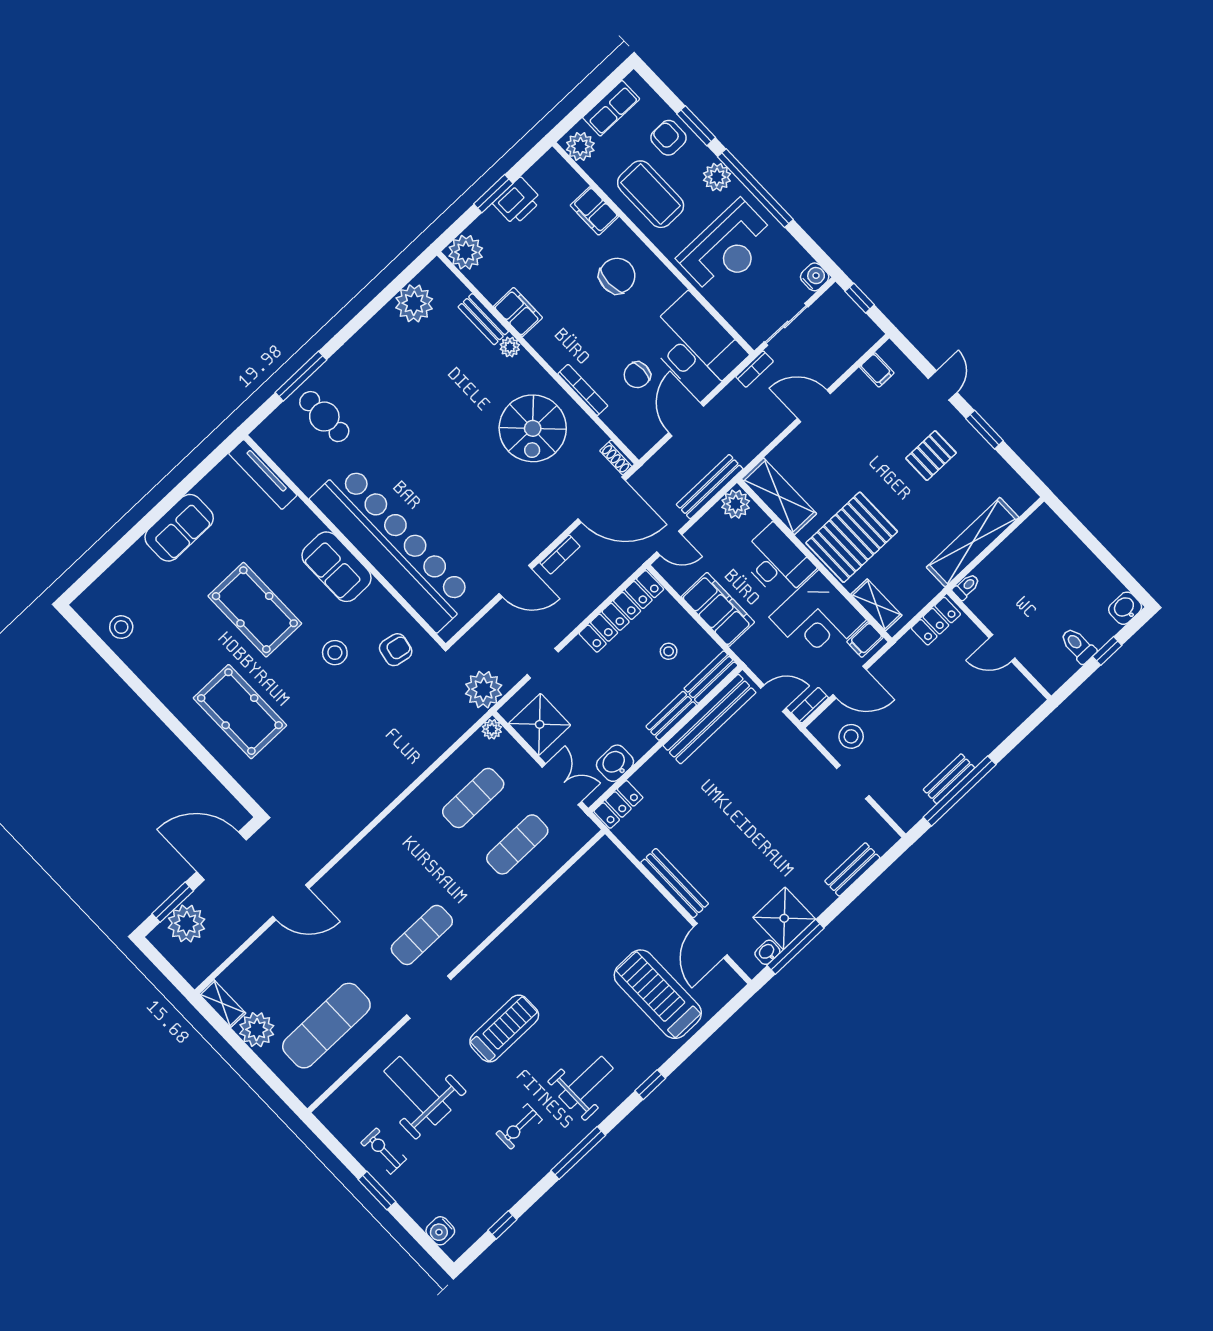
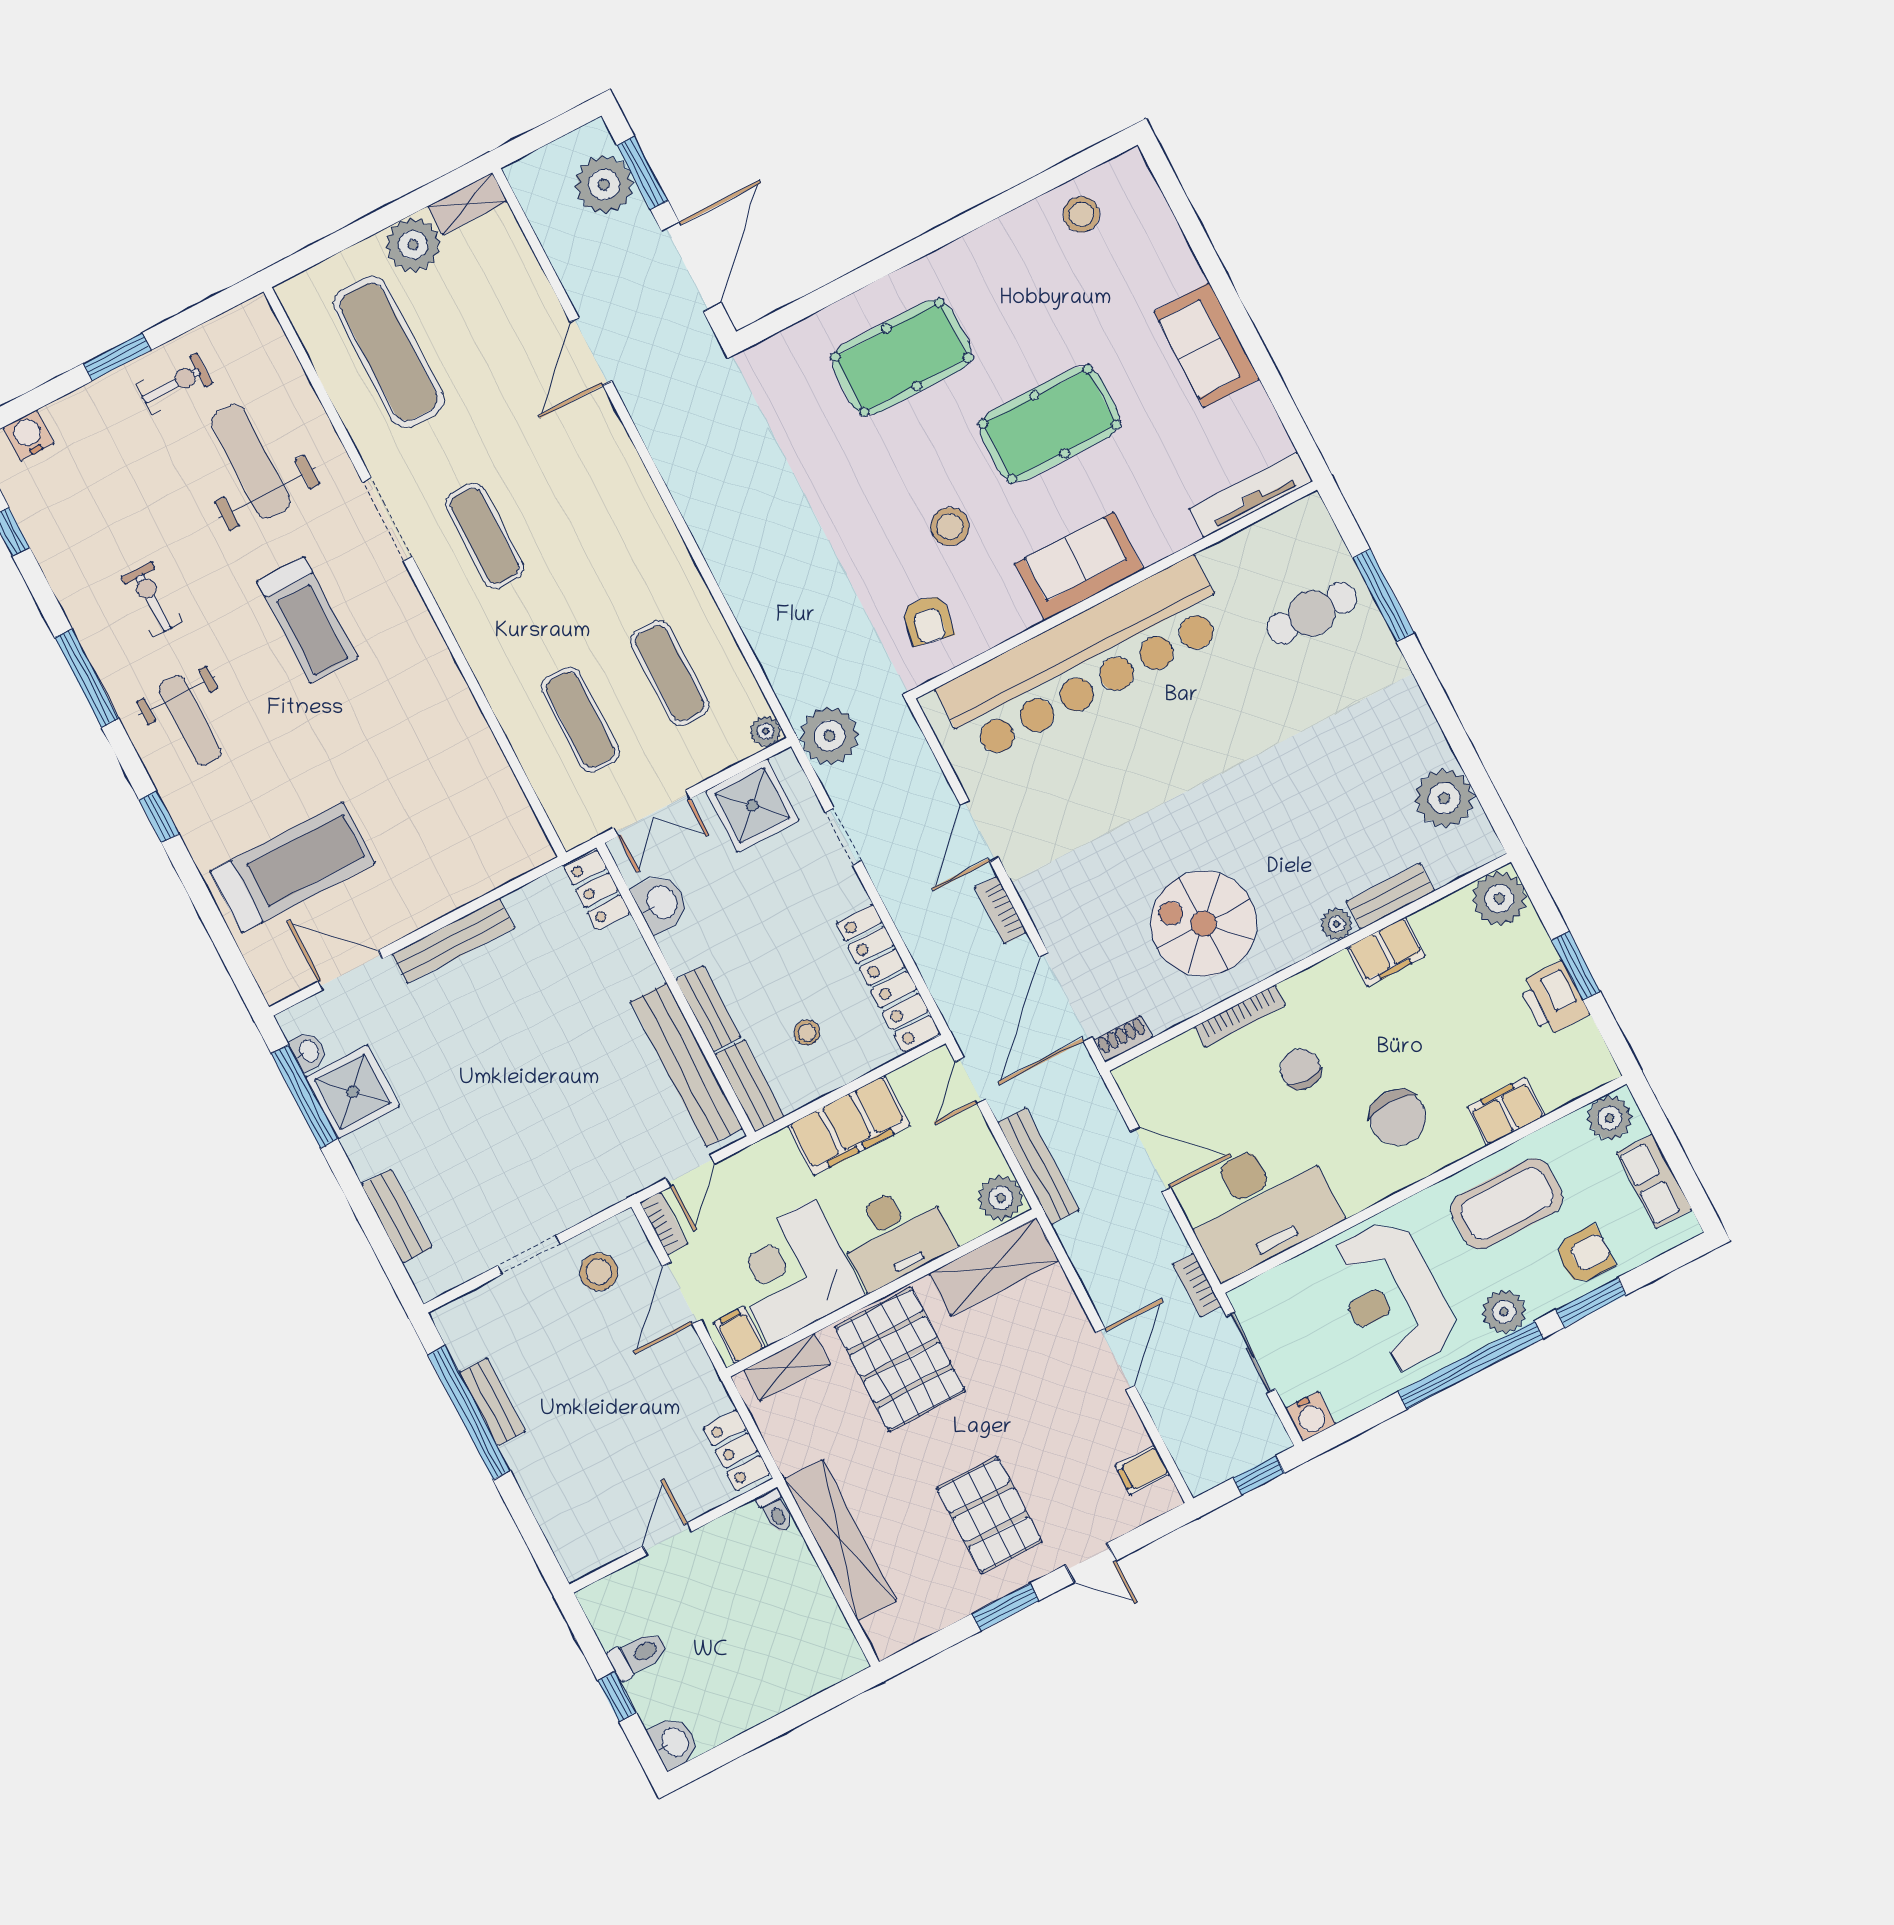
chair: (637, 375) -> (1301, 1069), moved
pallet: (931, 456) -> (989, 1515), width x1.50, depth x1.42
weight bench: (417, 1091) -> (251, 461), turned -90

